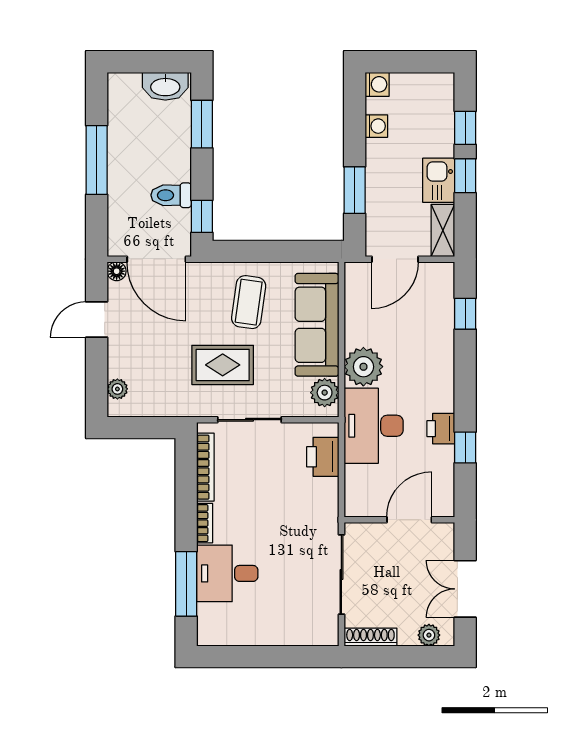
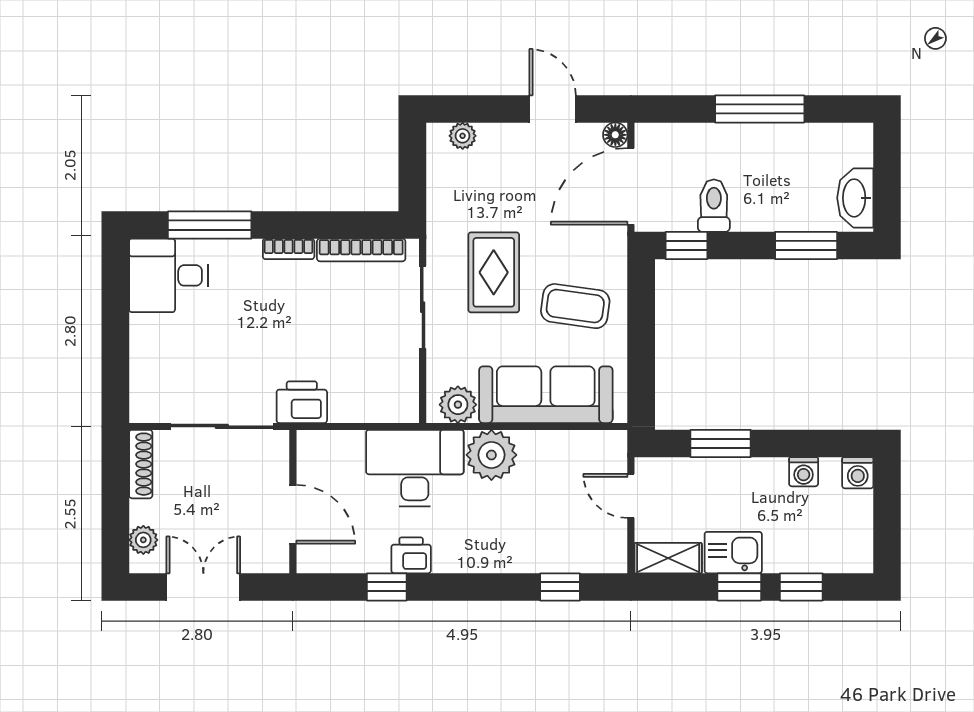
door: (395, 259) -> (631, 496), width x0.73
printer: (323, 457) -> (302, 402), moved
desk: (227, 573) -> (169, 275), moved, turned -90

